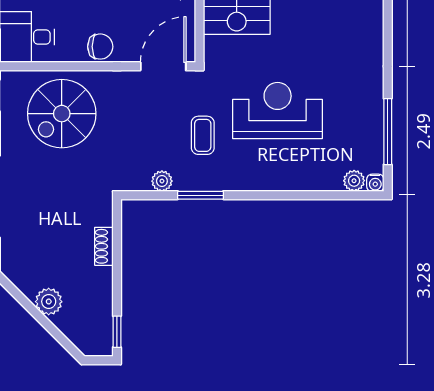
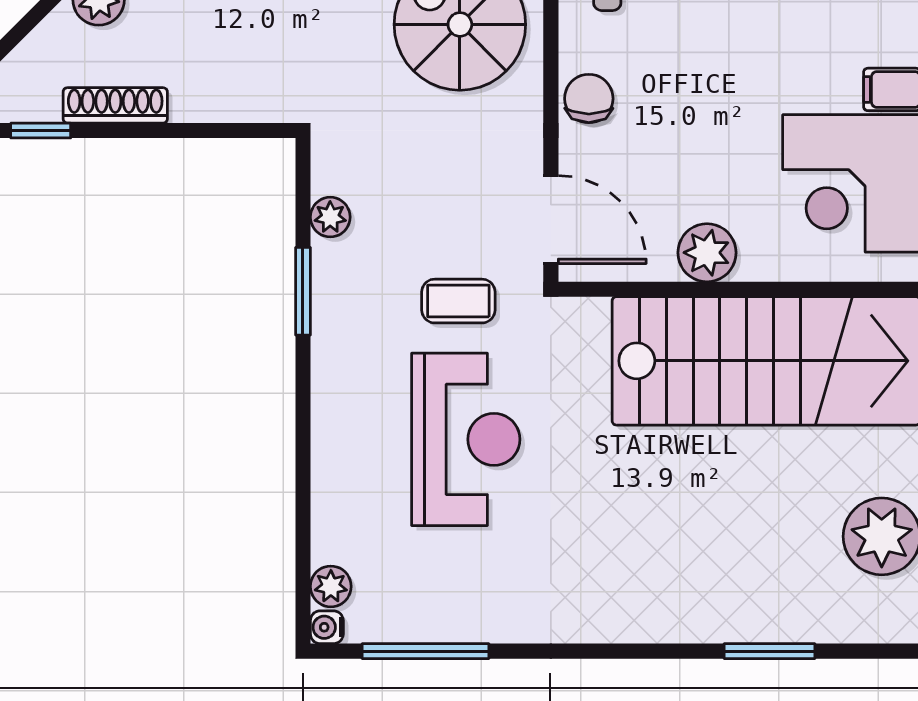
chair: (100, 47) -> (589, 99), turned 180
coffee table: (203, 135) -> (458, 301), moved
shoe rack: (104, 246) -> (115, 105), moved, width x1.43

